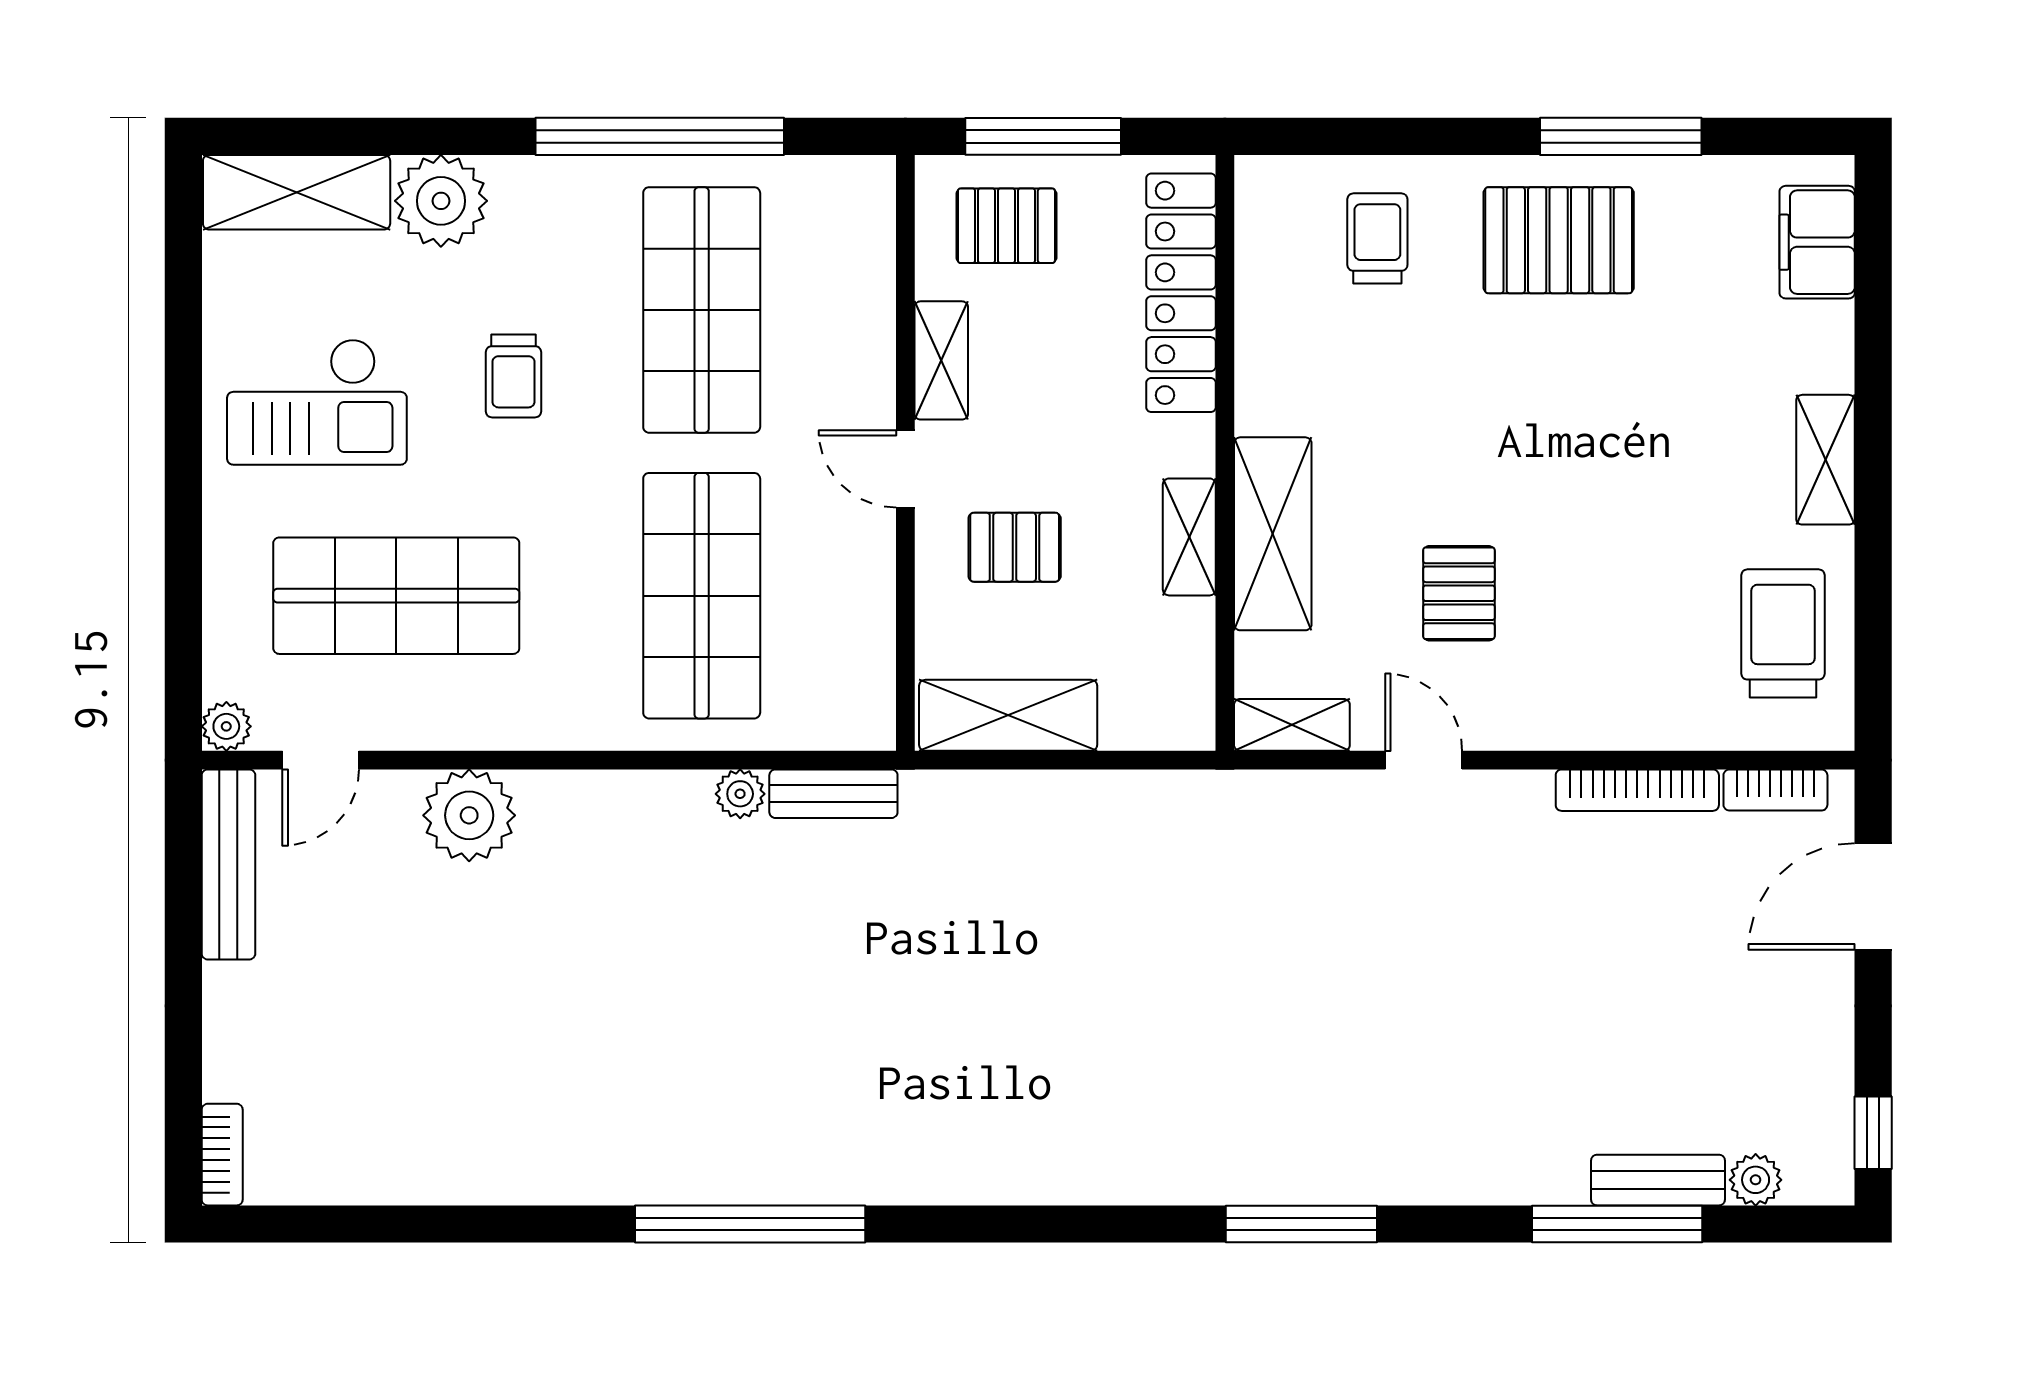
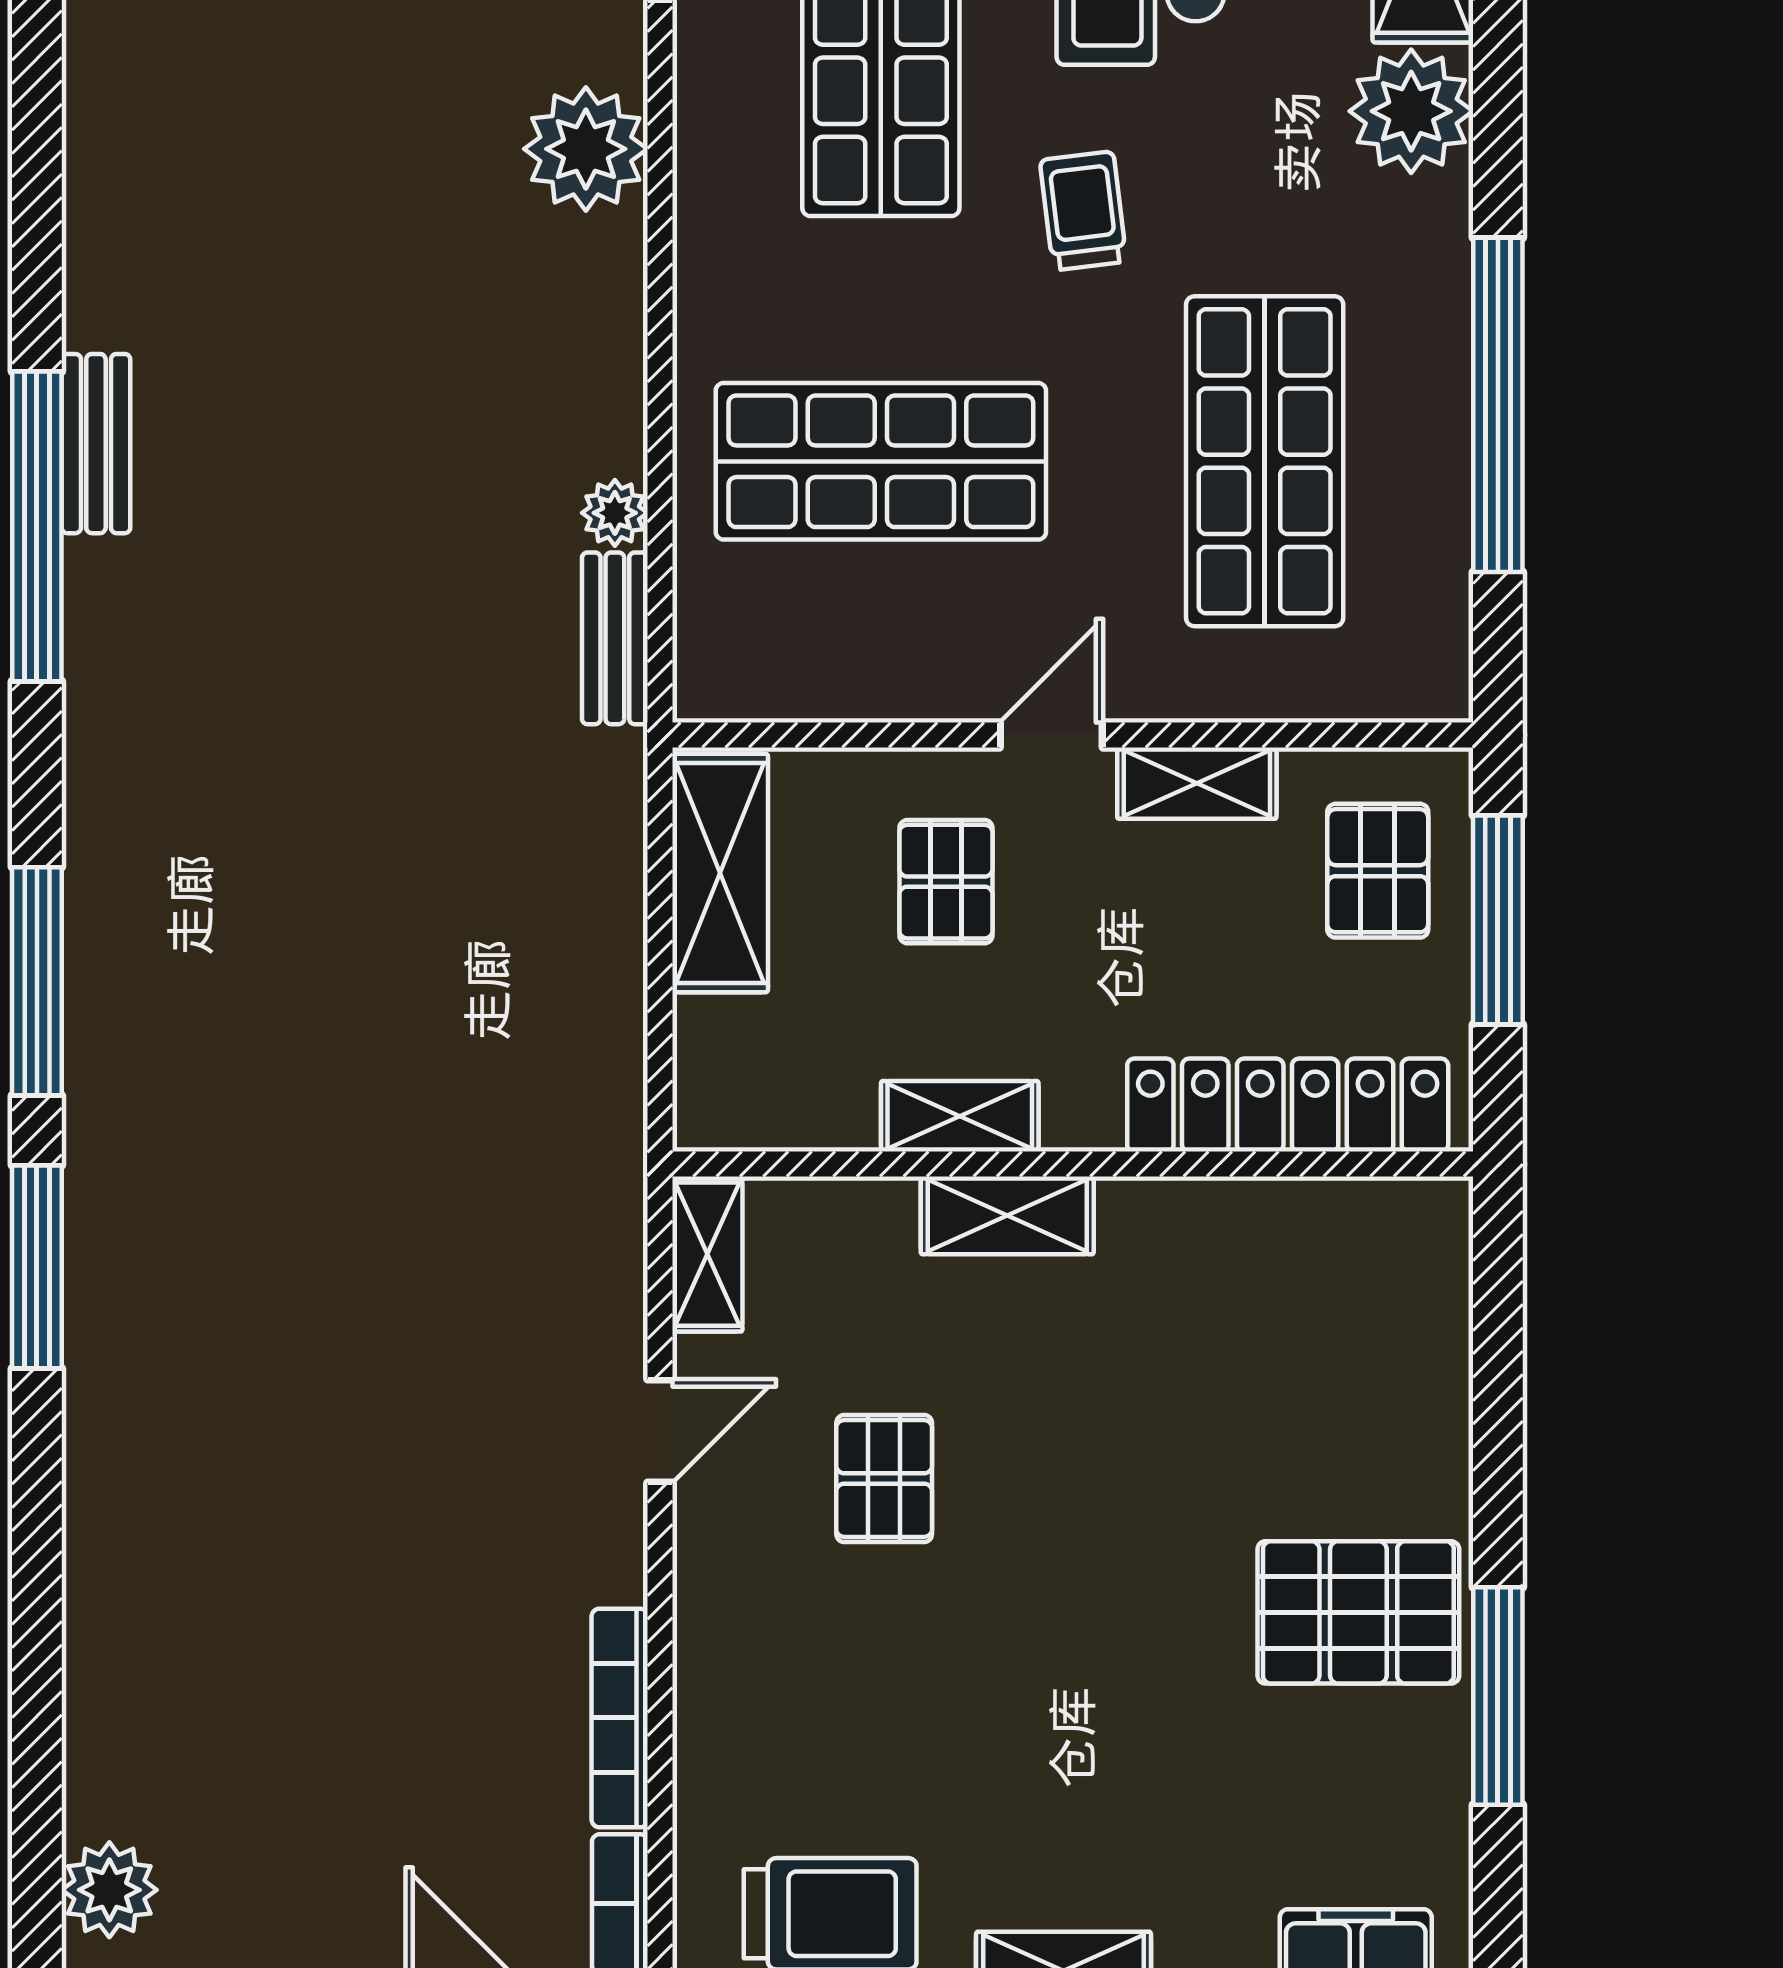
trolley: (1377, 238) -> (1361, 1369), removed
pallet: (1559, 240) -> (1358, 1612), turned 90
shop shelf: (702, 310) -> (1265, 461), turned 90
trolley: (513, 376) -> (1083, 211), moved, turned 83
shelving: (1273, 534) -> (1007, 1215), width x0.67, depth x0.75
pallet: (1459, 593) -> (884, 1478), turned 90
bench: (1658, 1180) -> (96, 444), moved
plant: (1756, 1180) -> (109, 1890), width x1.38, depth x1.38
window: (1617, 1224) -> (37, 981), moved

